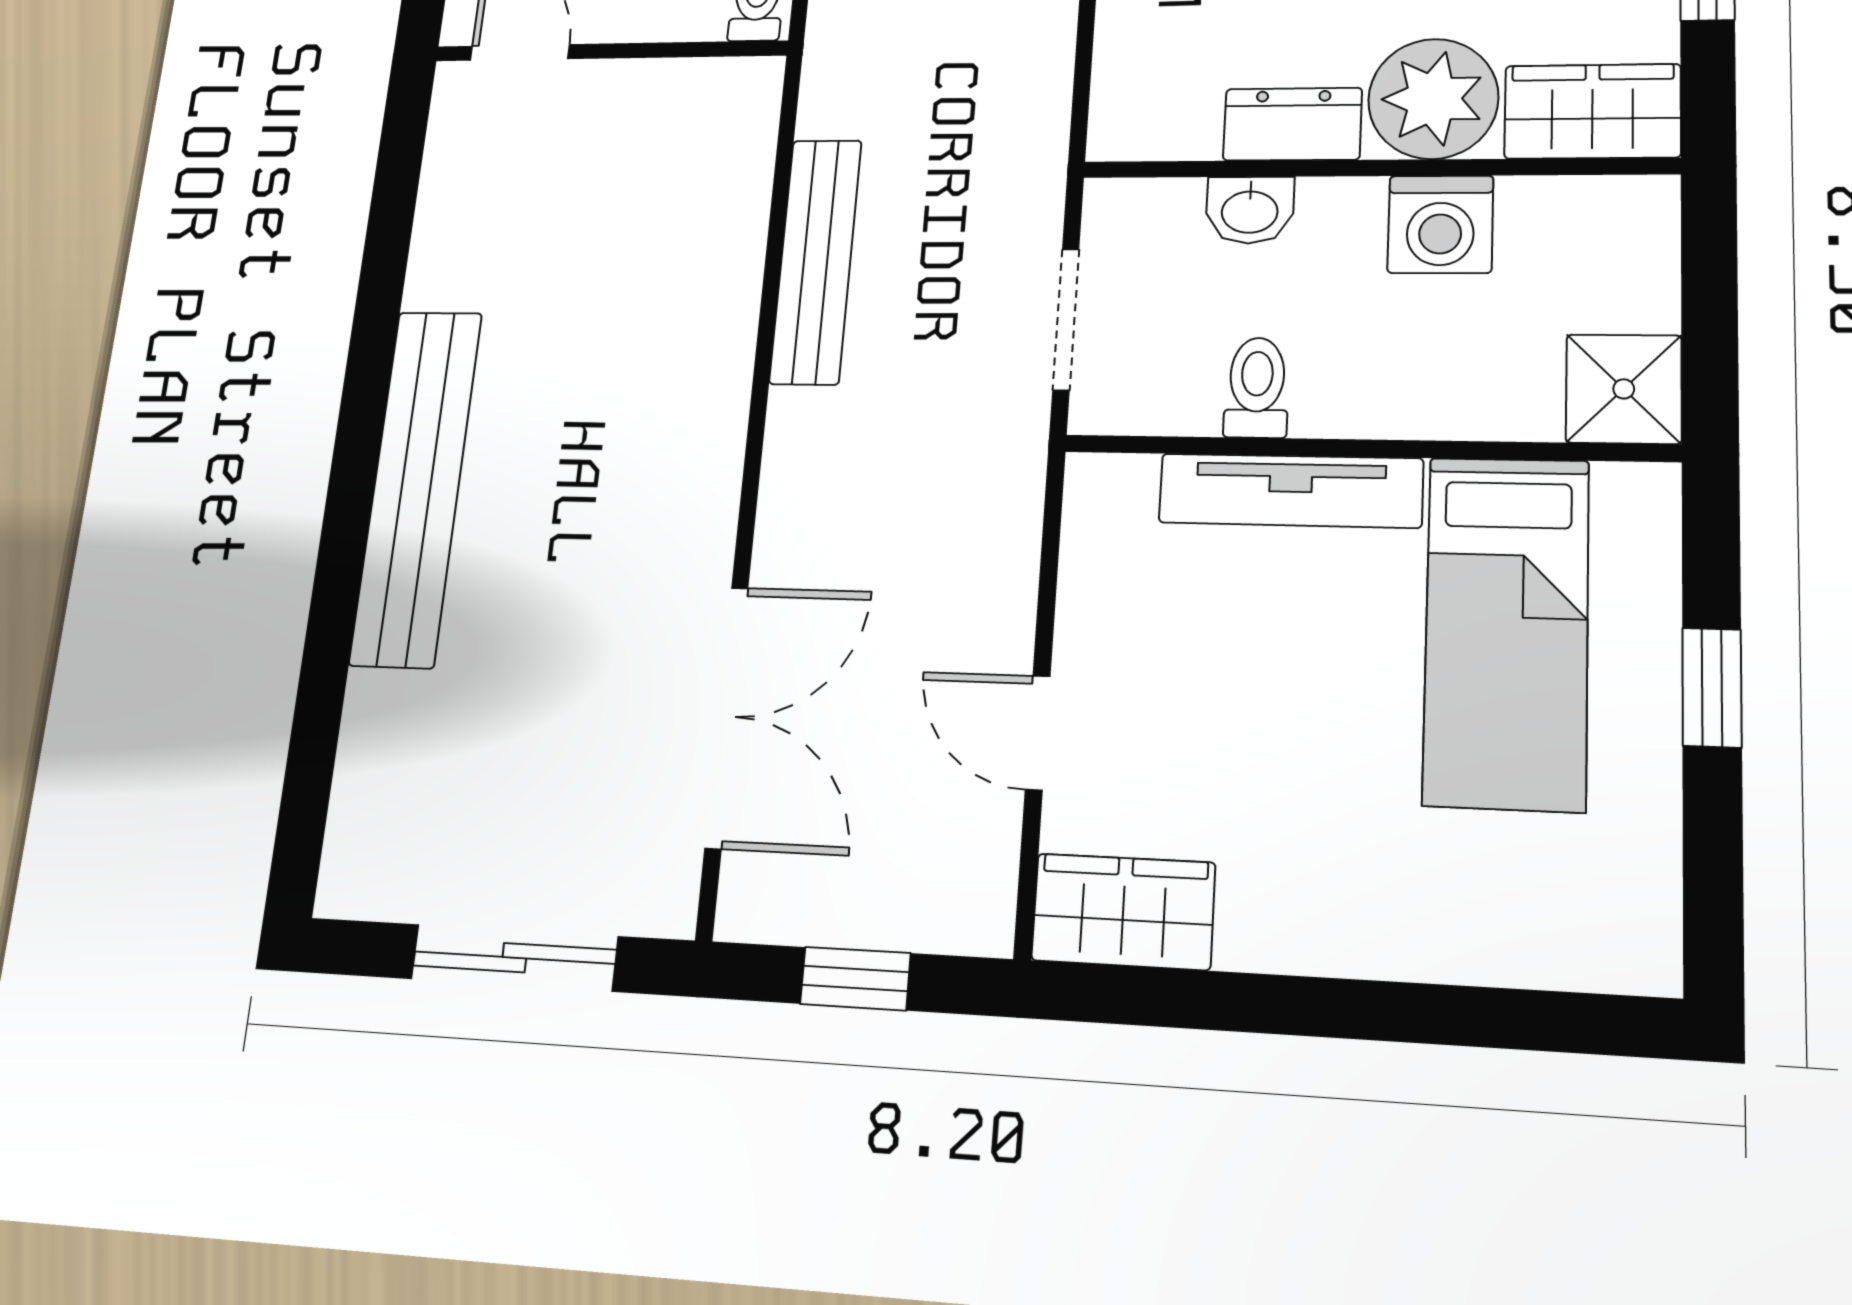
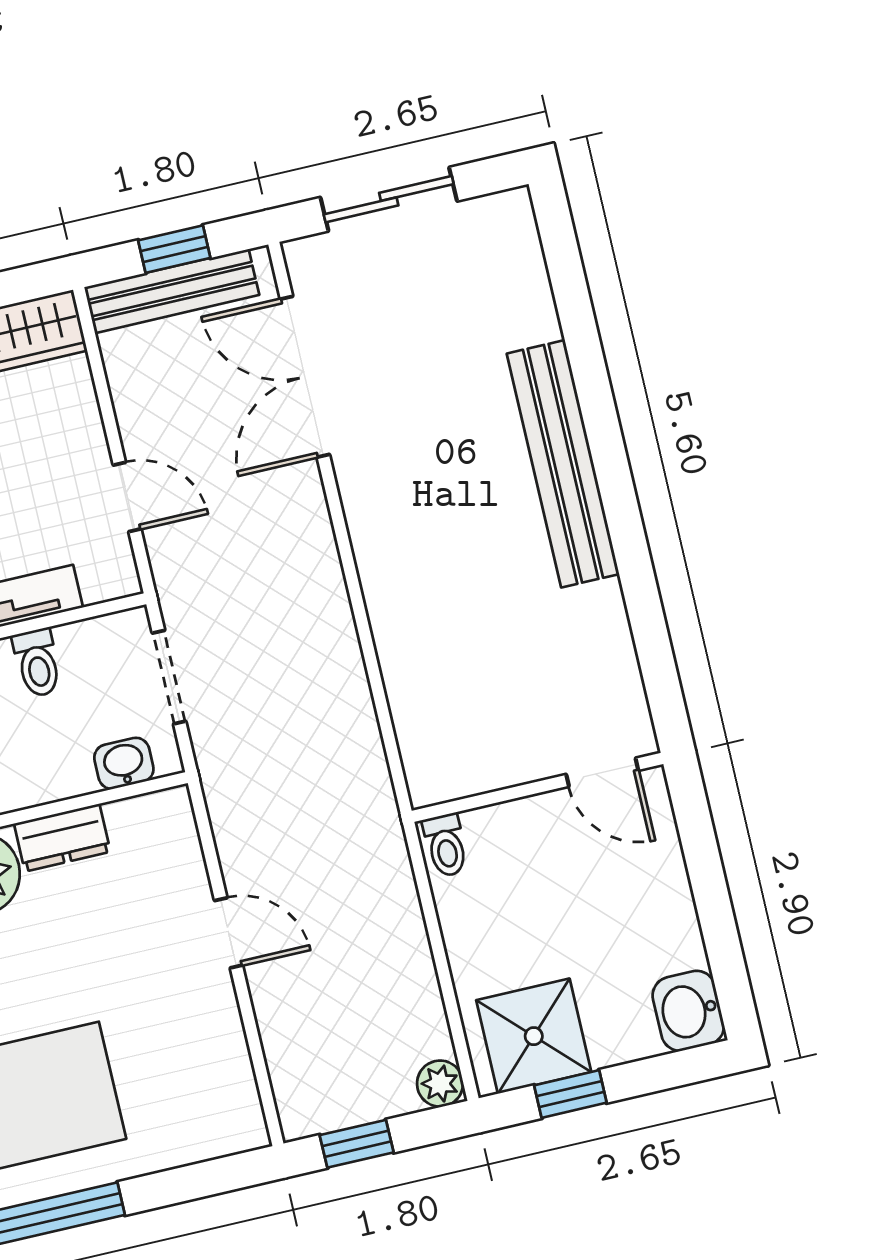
washbasin: (1250, 210) -> (124, 763), moved
bench: (816, 261) -> (172, 291), moved, turned 90
door: (1038, 733) -> (127, 497), moved

